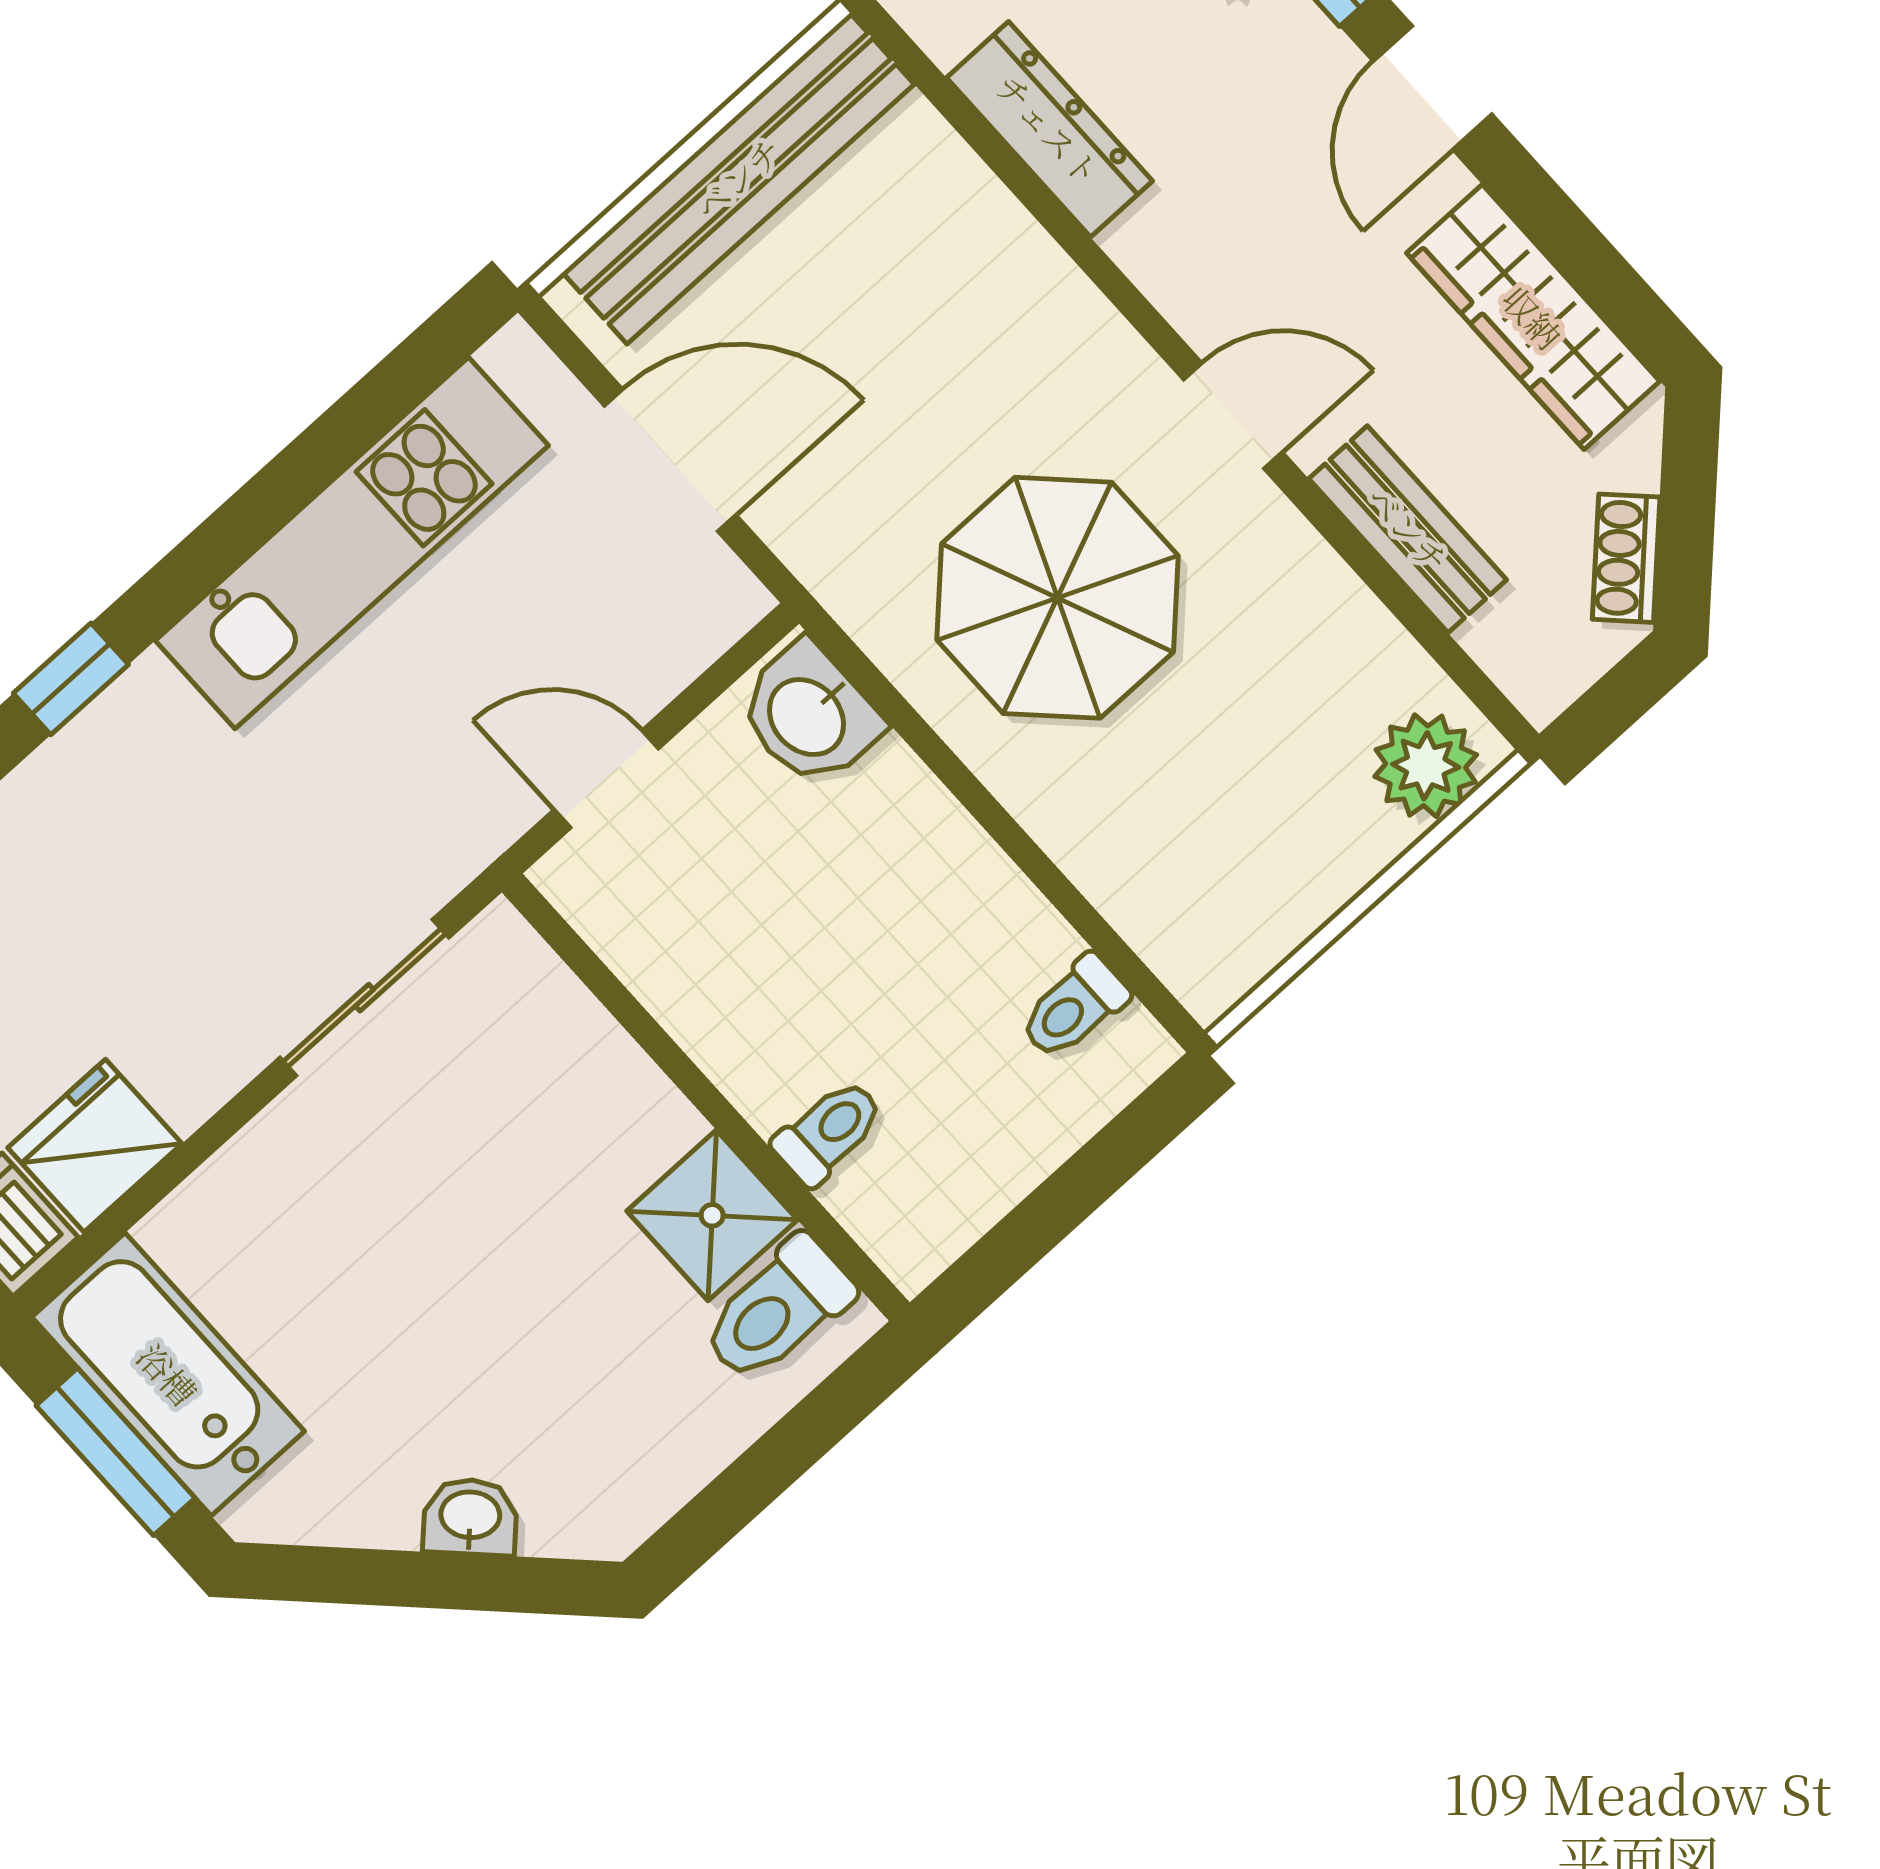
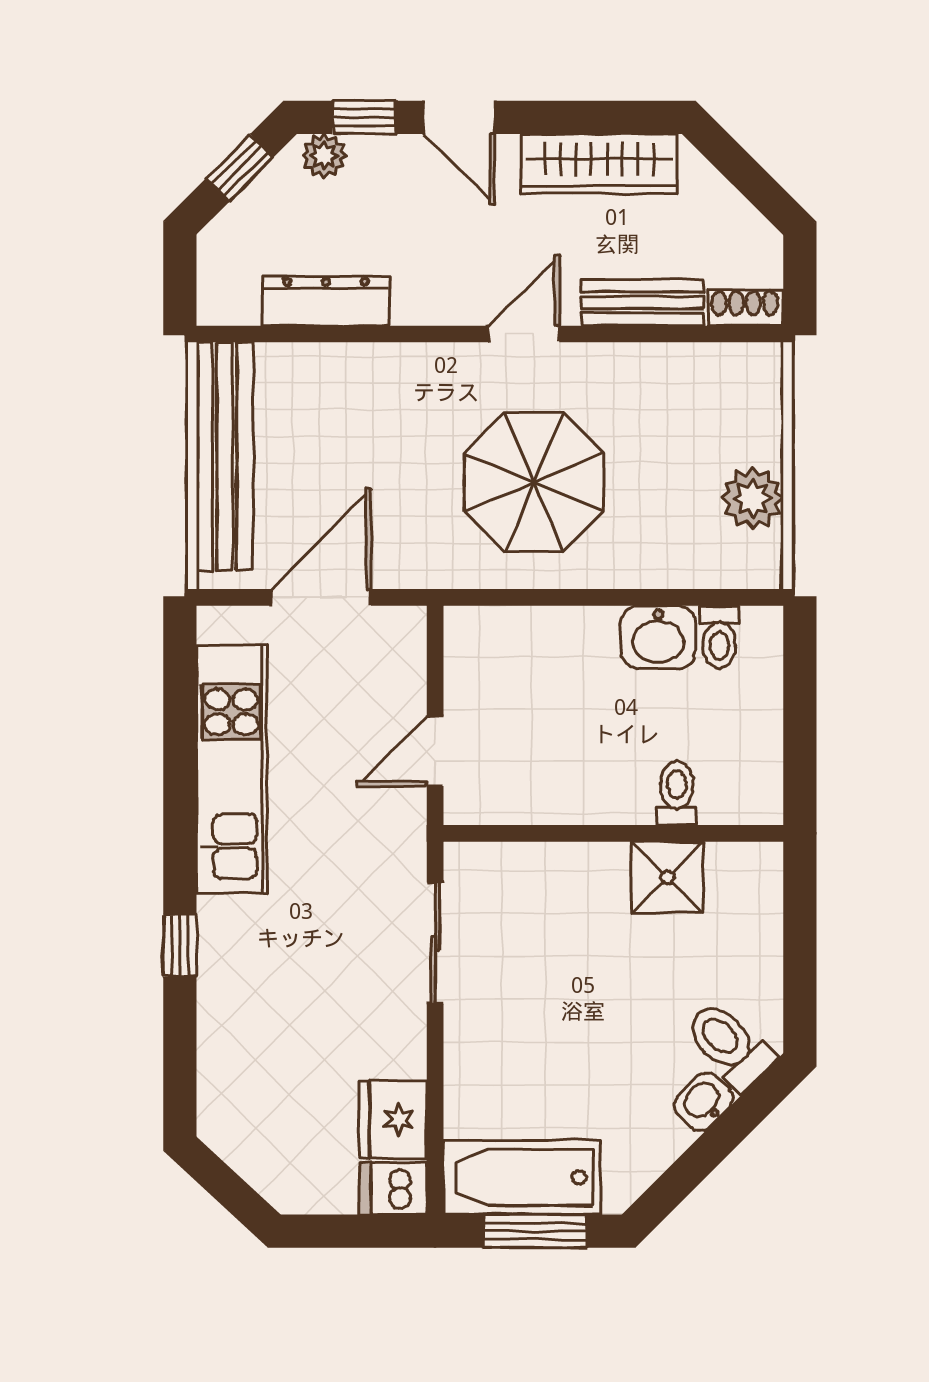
shoe rack: (1626, 558) -> (745, 308), moved, turned 135
washbasin: (809, 715) -> (658, 637), moved
plant: (1426, 766) -> (753, 498), moved
toilet: (777, 1309) -> (729, 1045), moved, turned 135

